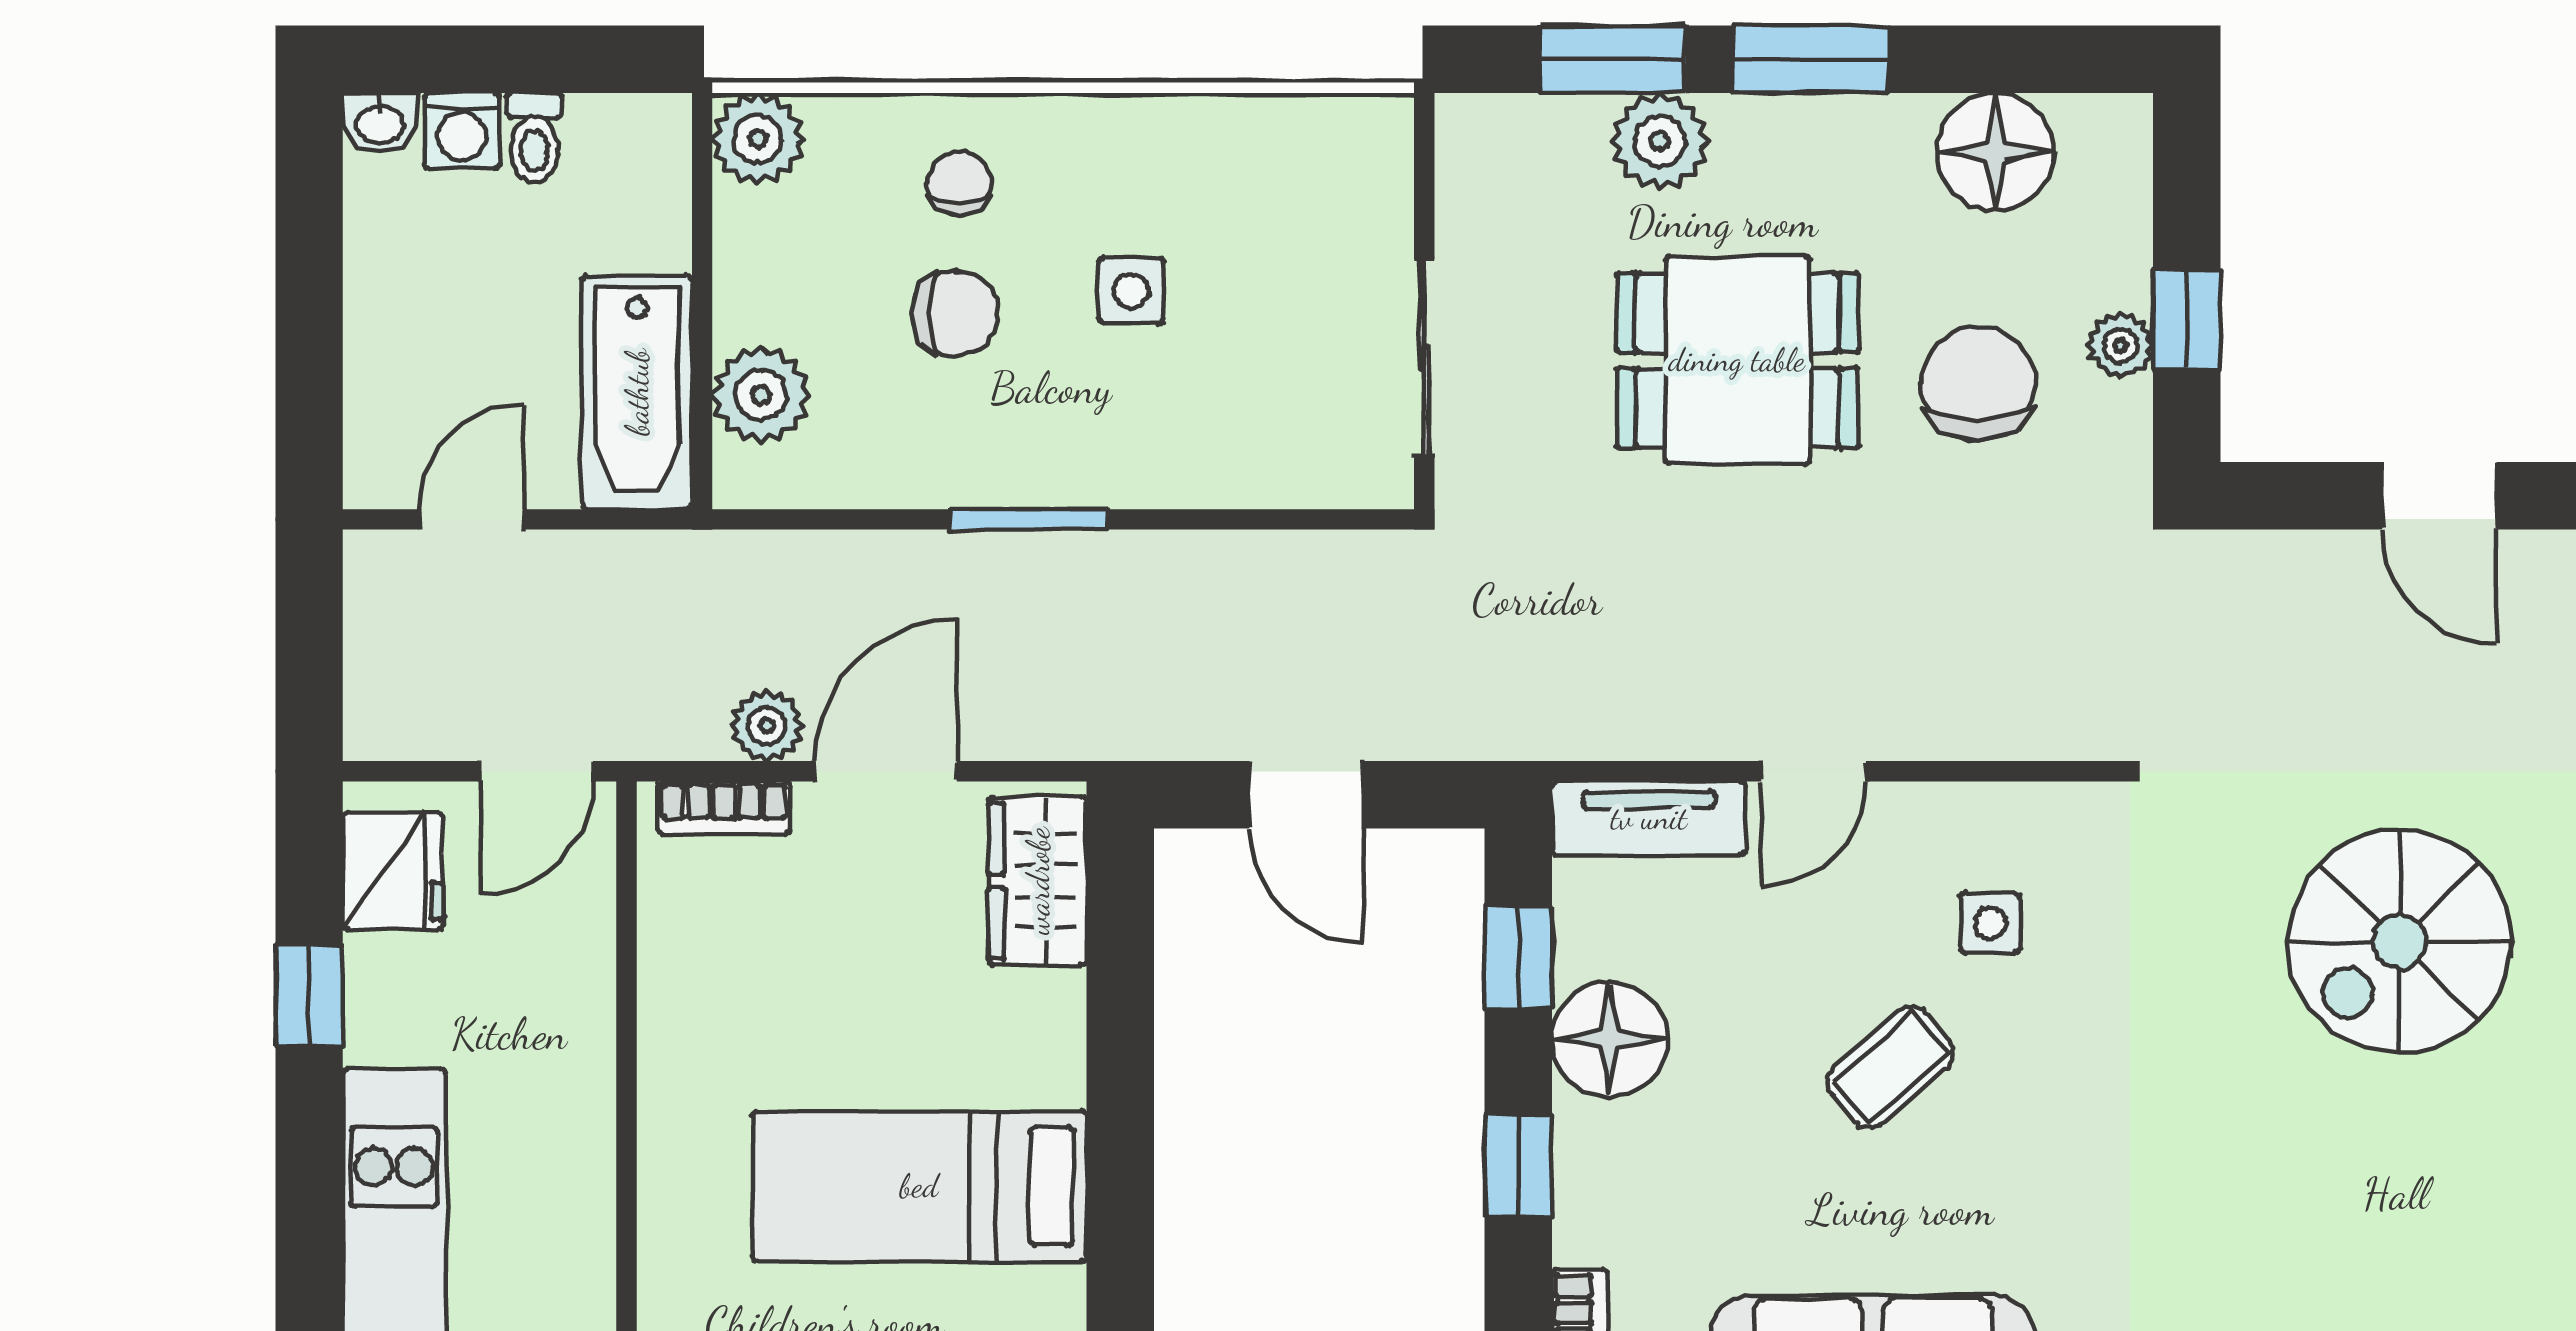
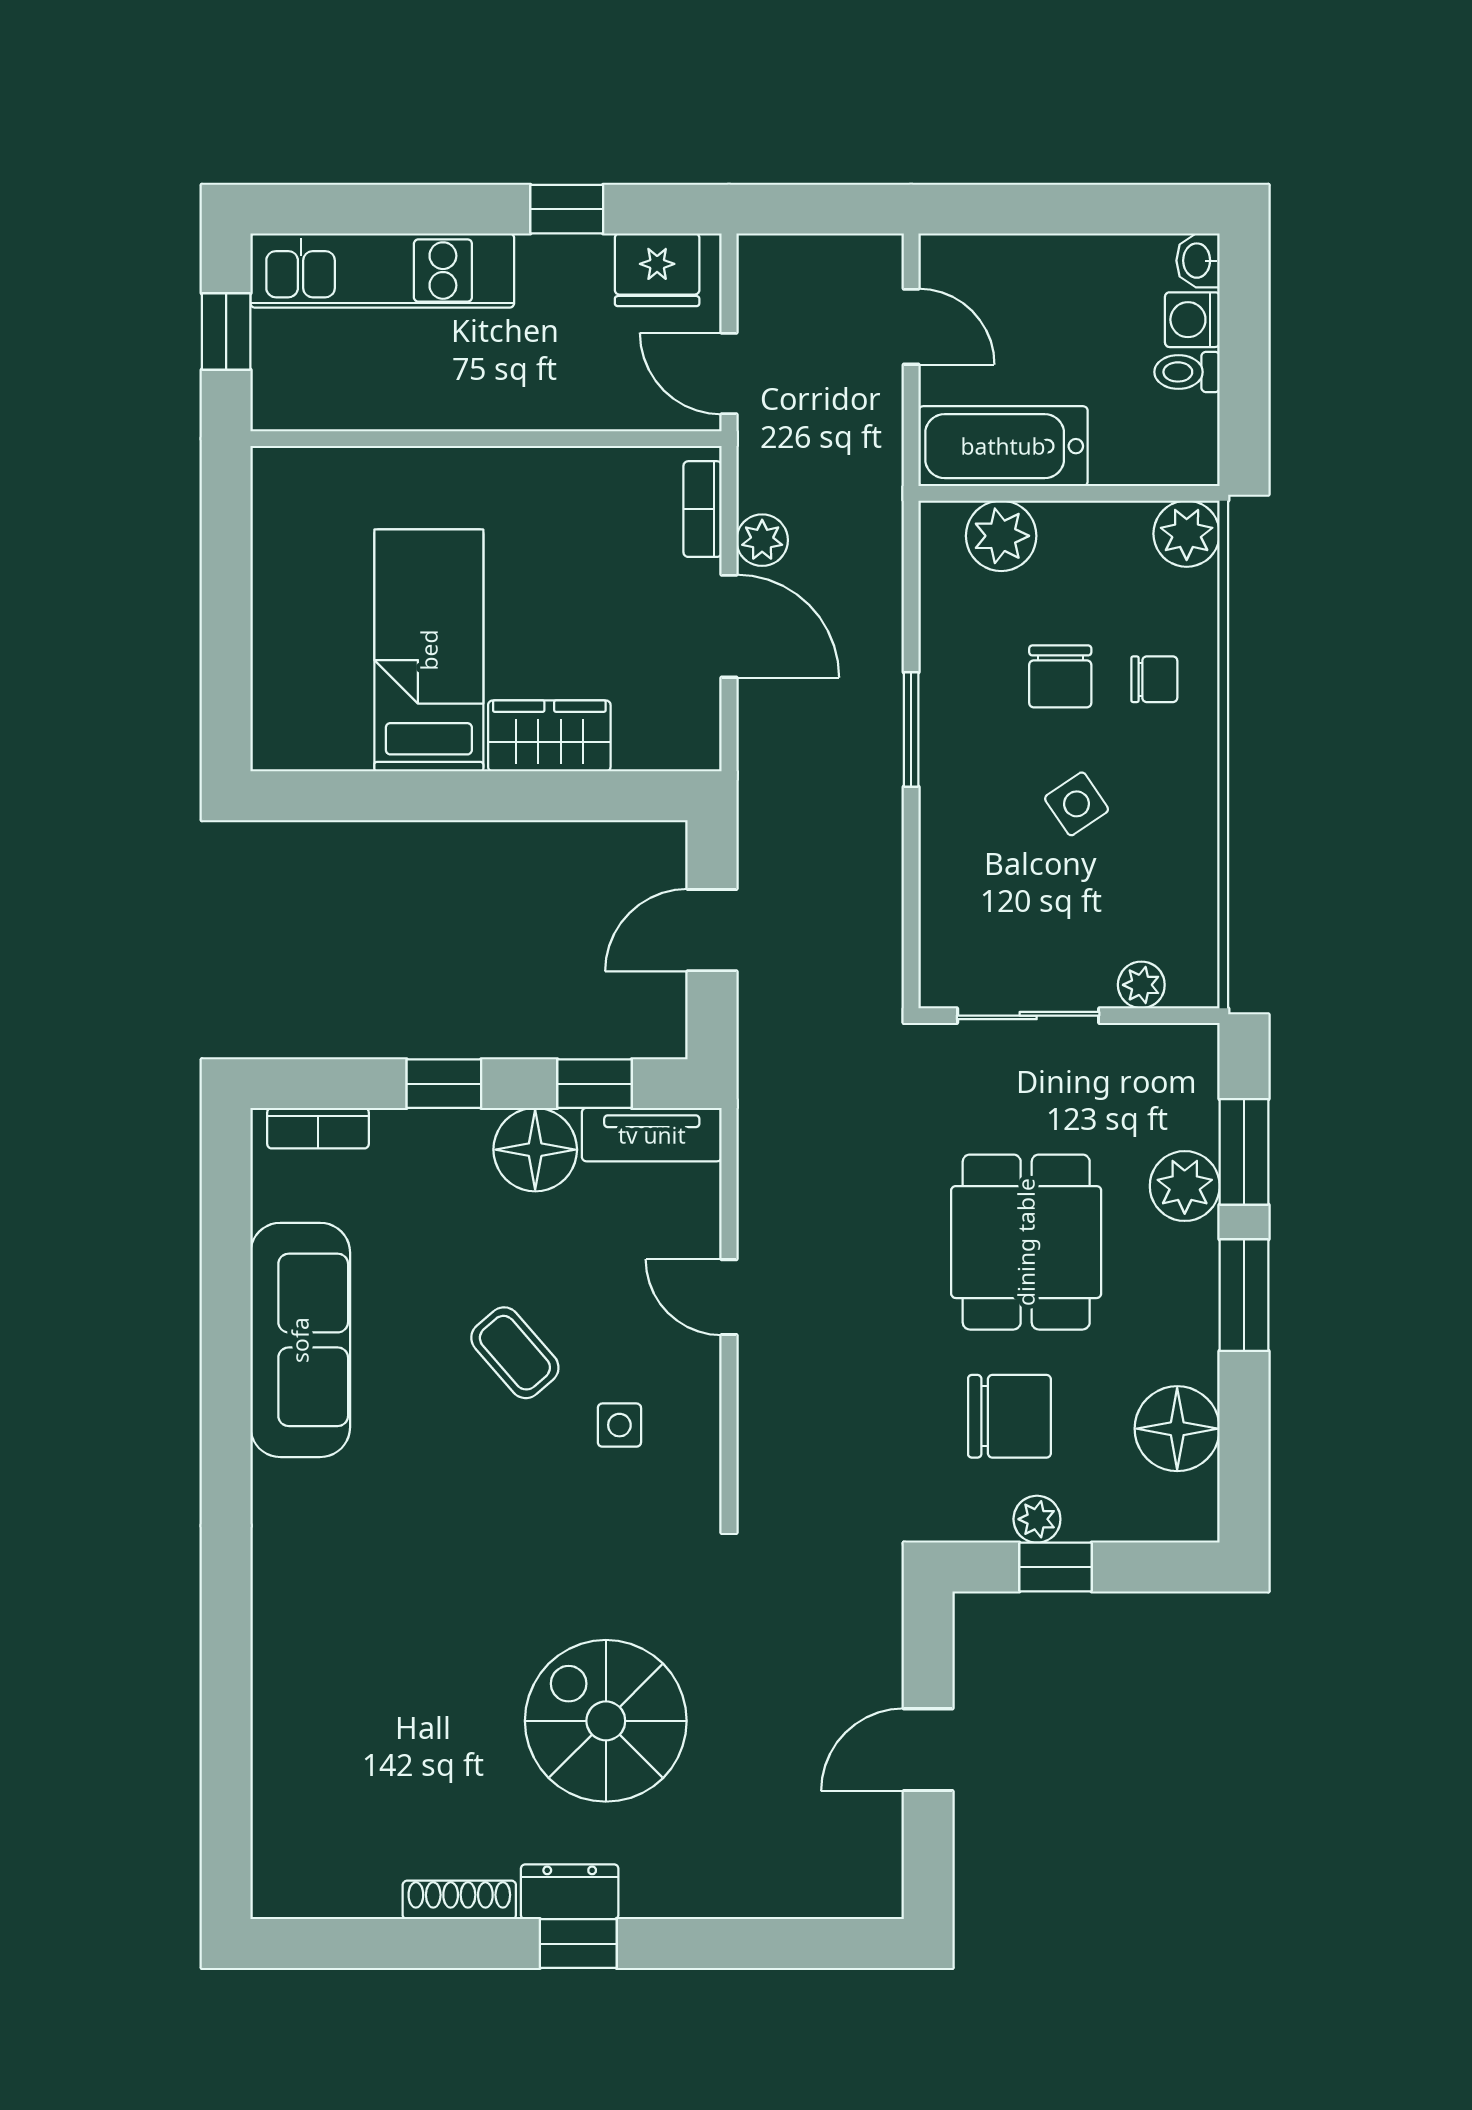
plant: (1382, 201) -> (1141, 985), added
side table: (1132, 291) -> (1077, 804), turned -34
tv unit: (1649, 818) -> (652, 1135), moved, turned -90
wardrobe: (1038, 881) -> (549, 736), moved

